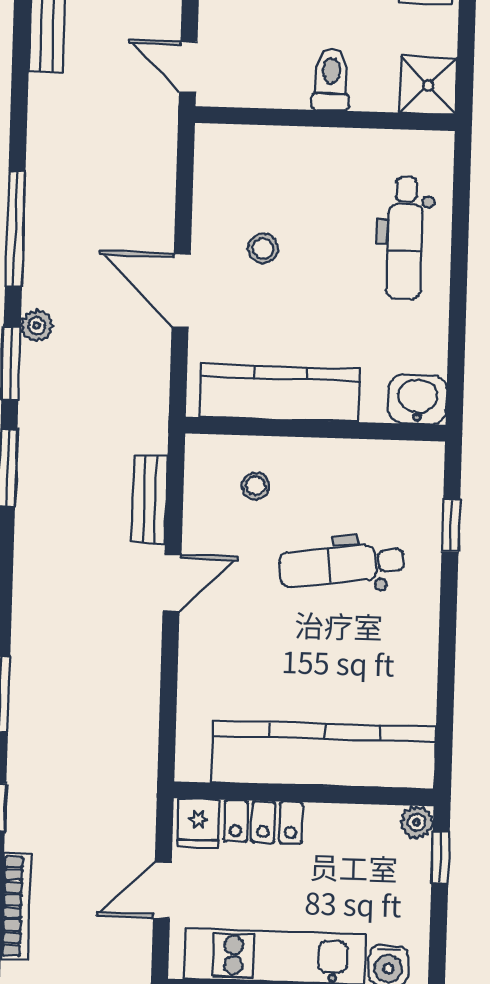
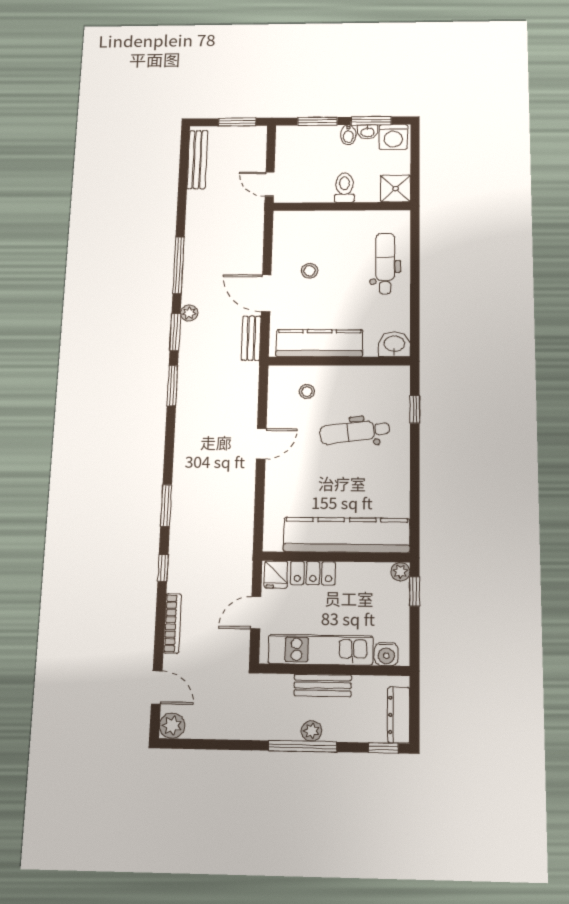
dental chair: (405, 238) -> (385, 263), turned 180
bench: (150, 499) -> (251, 338), moved

